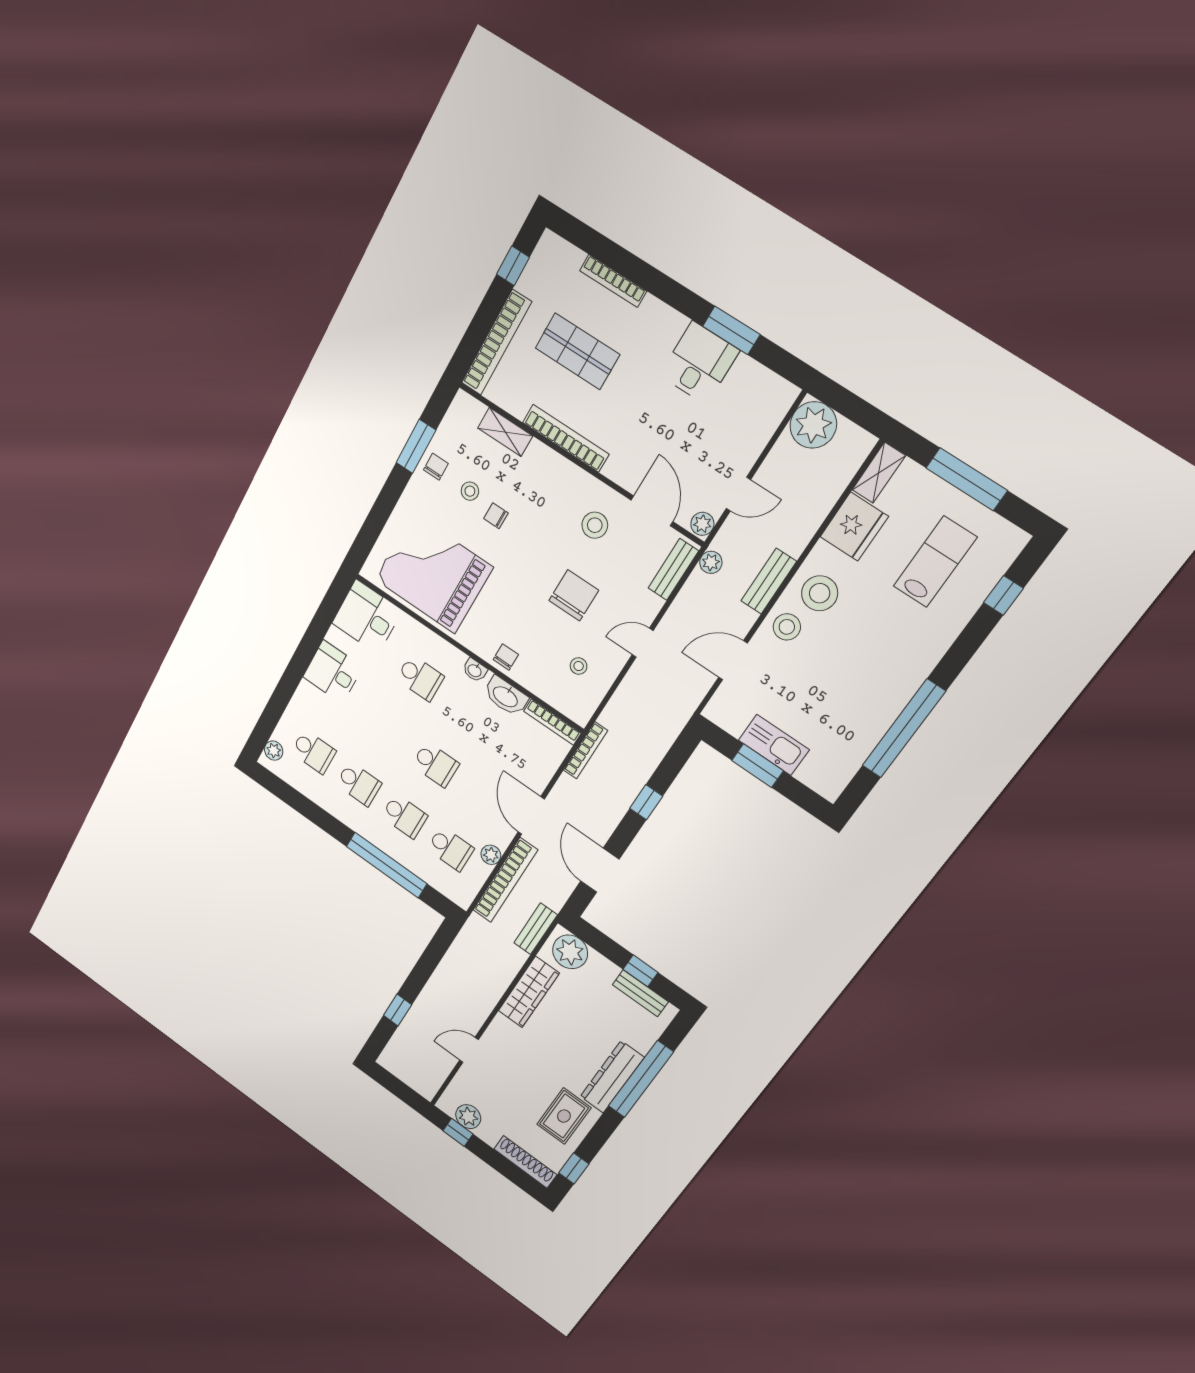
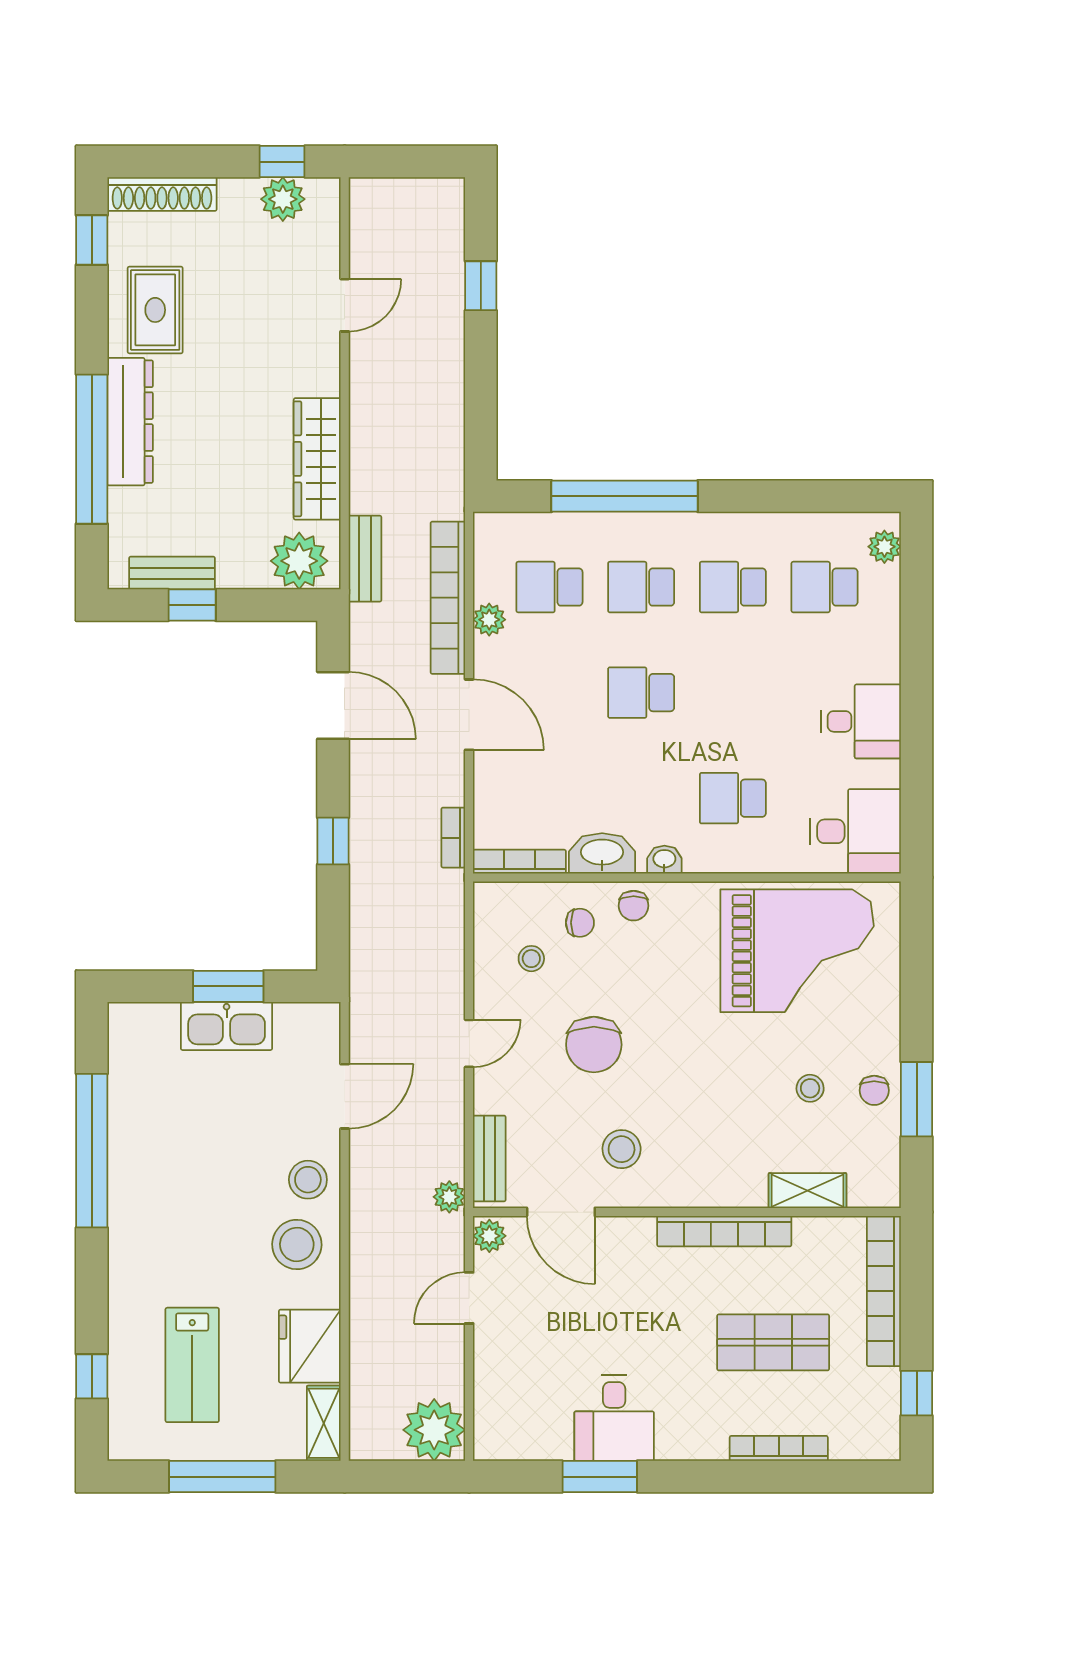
chair: (496, 516) -> (580, 923), moved
bench: (769, 581) -> (366, 1220), removed
bookcase: (586, 750) -> (453, 838), width x0.64

